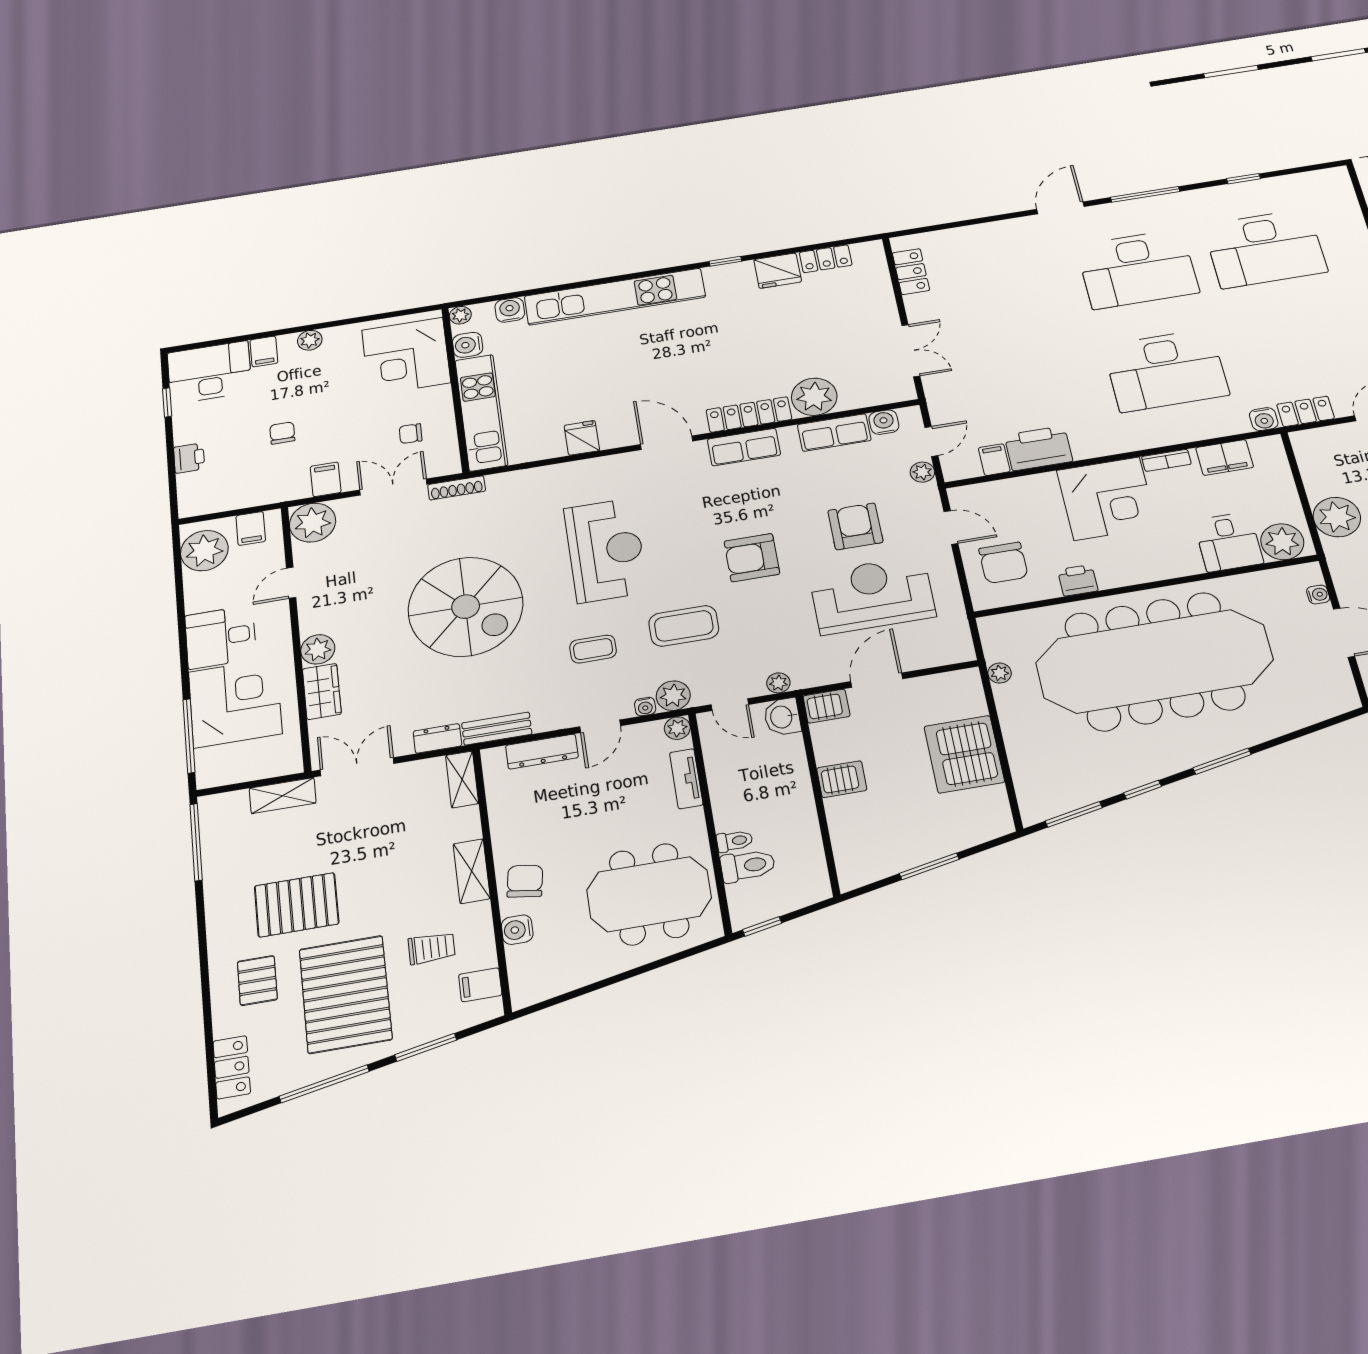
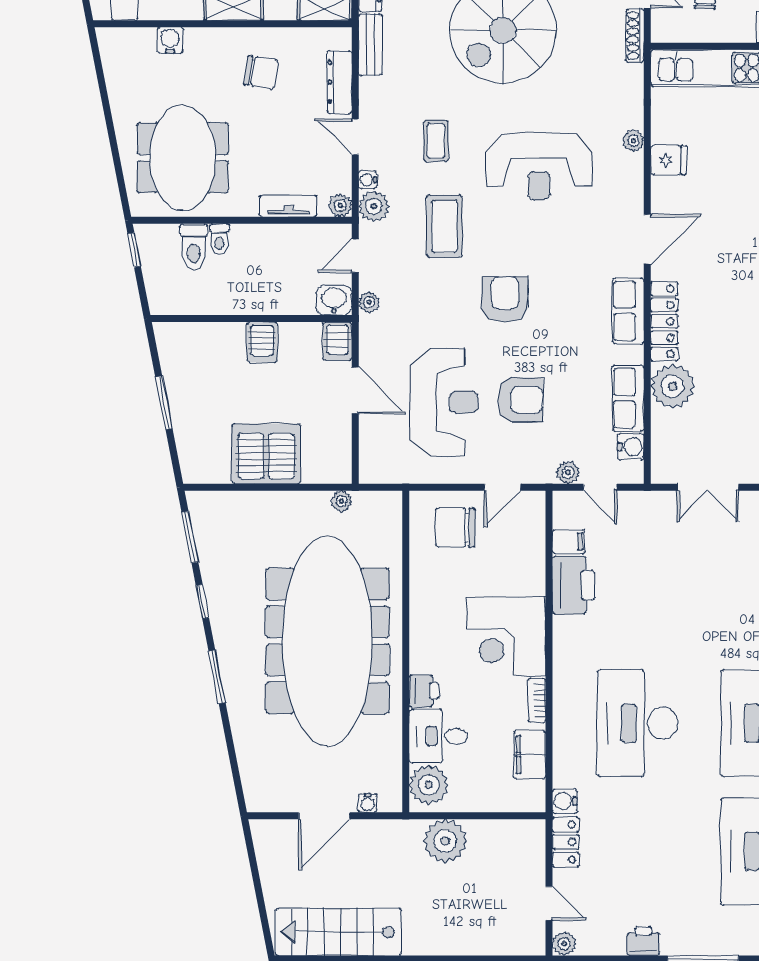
plant: (566, 471) -> (633, 141), added
printer: (1078, 580) -> (424, 691), moved
chair: (525, 881) -> (261, 72), moved

